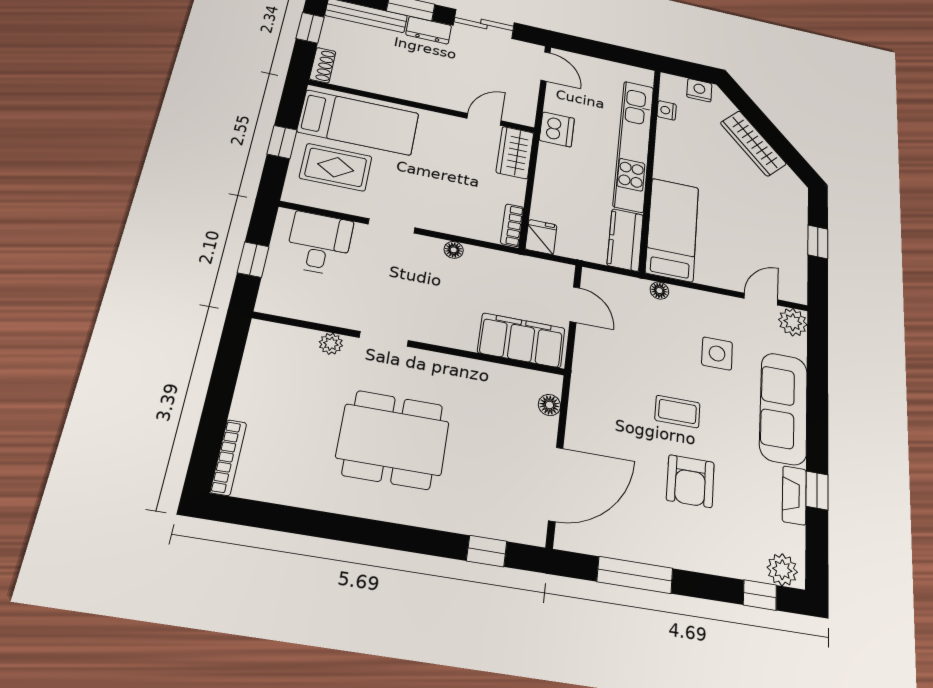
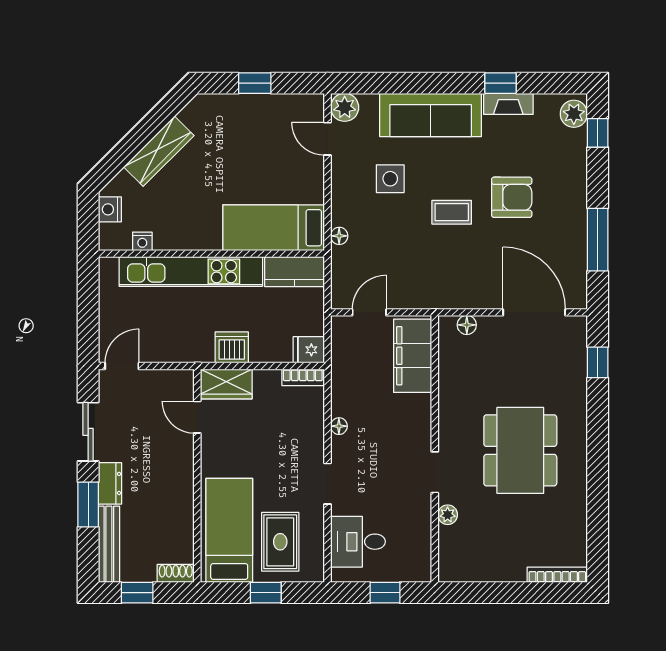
dishwasher: (557, 129) -> (232, 347), moved
coffee table: (677, 411) -> (452, 212), turned 90

